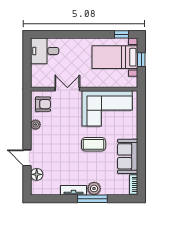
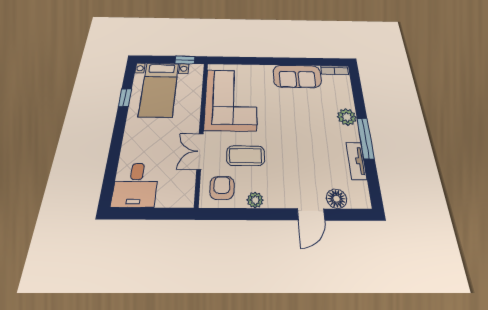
window: (121, 34) -> (125, 98), moved
window: (141, 60) -> (185, 60), moved
coffee table: (94, 144) -> (246, 156), moved, turned 90
tv unit: (73, 190) -> (356, 161), moved
window: (92, 199) -> (365, 138), moved

